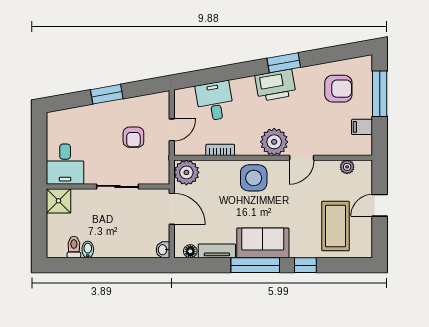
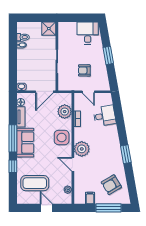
printer: (275, 85) -> (113, 150), removed
armchair: (338, 89) -> (111, 185), turned 59
desk: (65, 164) -> (88, 33), moved, turned 90
plant: (186, 172) -> (65, 112), moved

